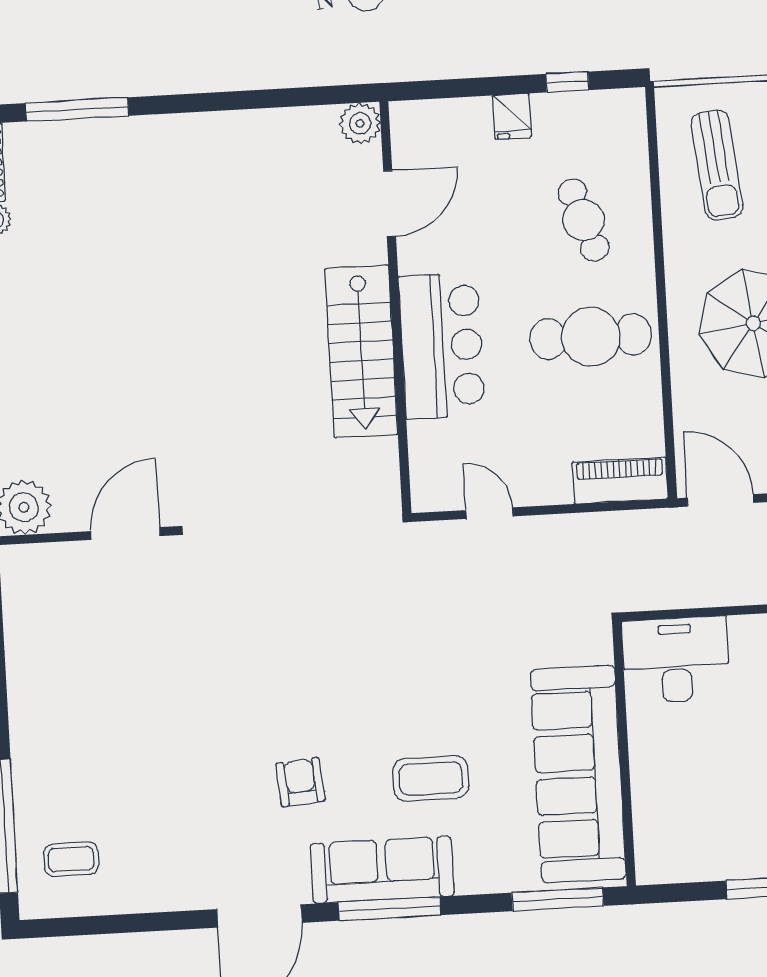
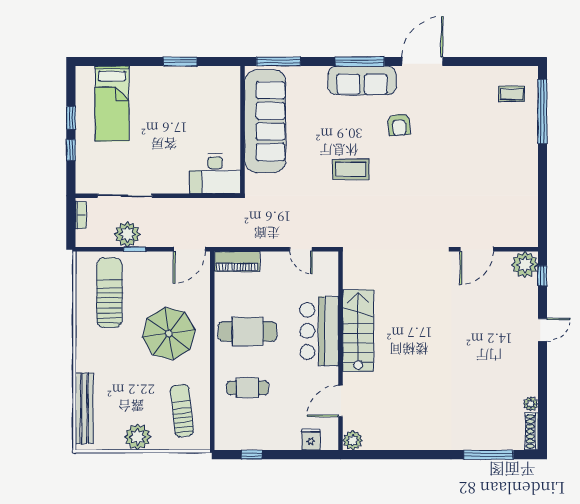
fridge: (512, 116) -> (311, 440), moved
cafe table: (584, 220) -> (248, 388), turned -71
door: (720, 500) -> (189, 249), hinge flipped
coffee table: (431, 778) -> (351, 169), moved

